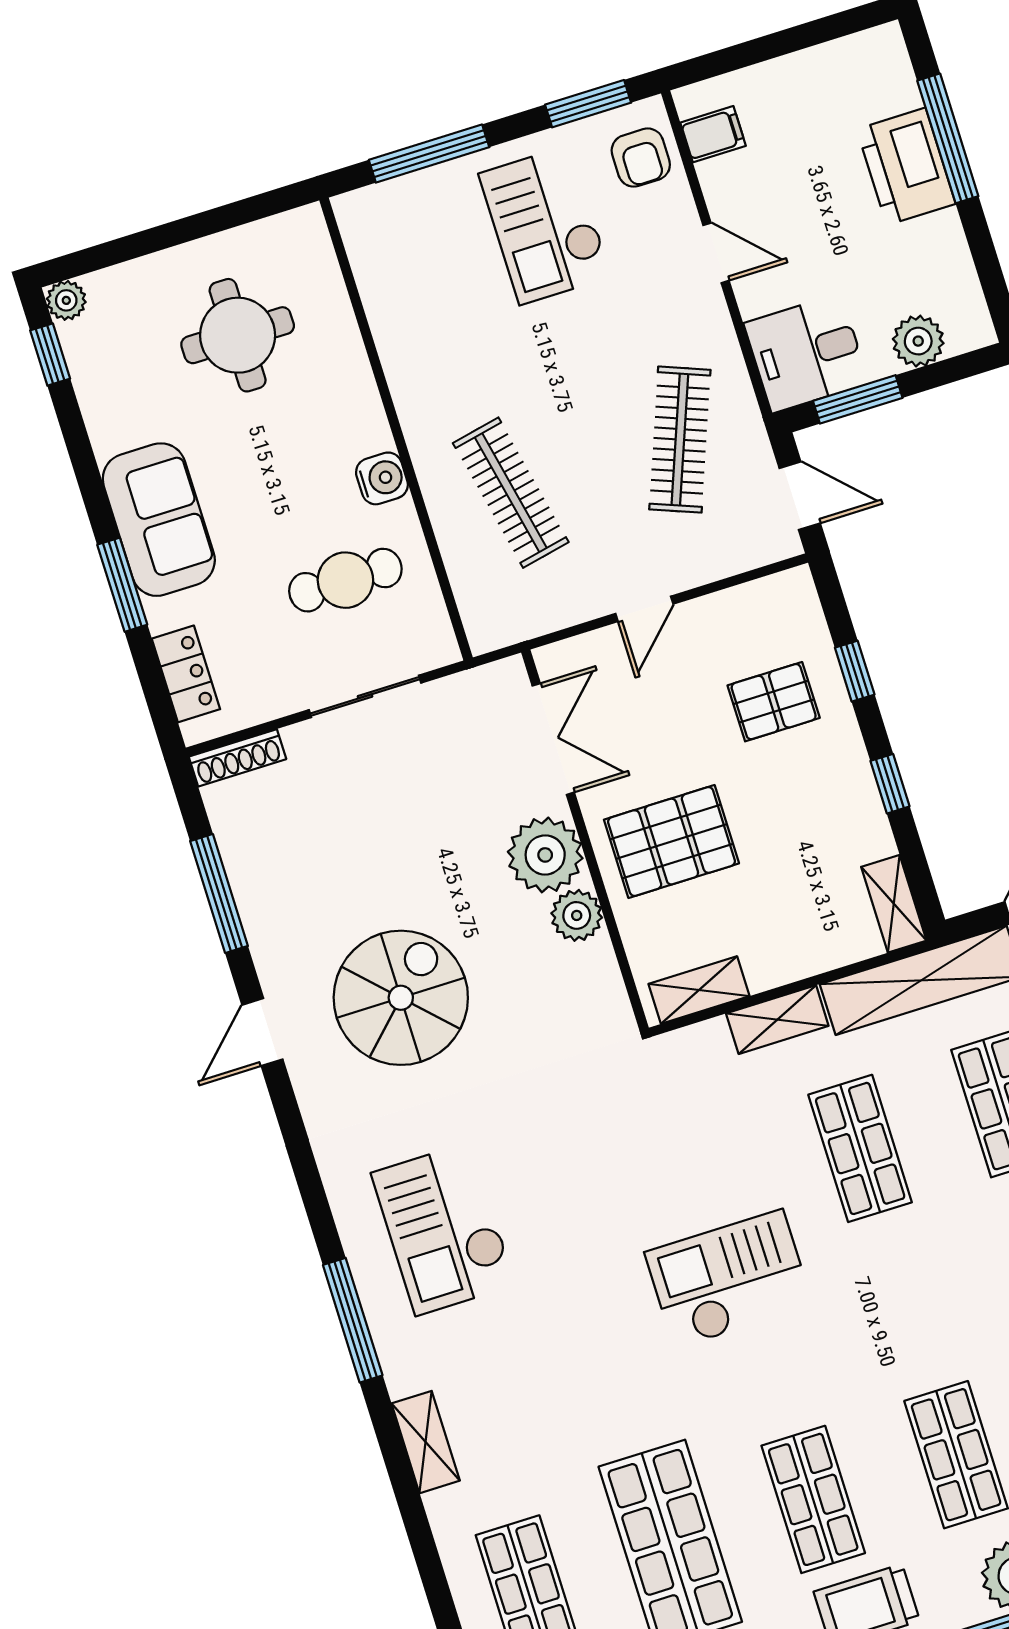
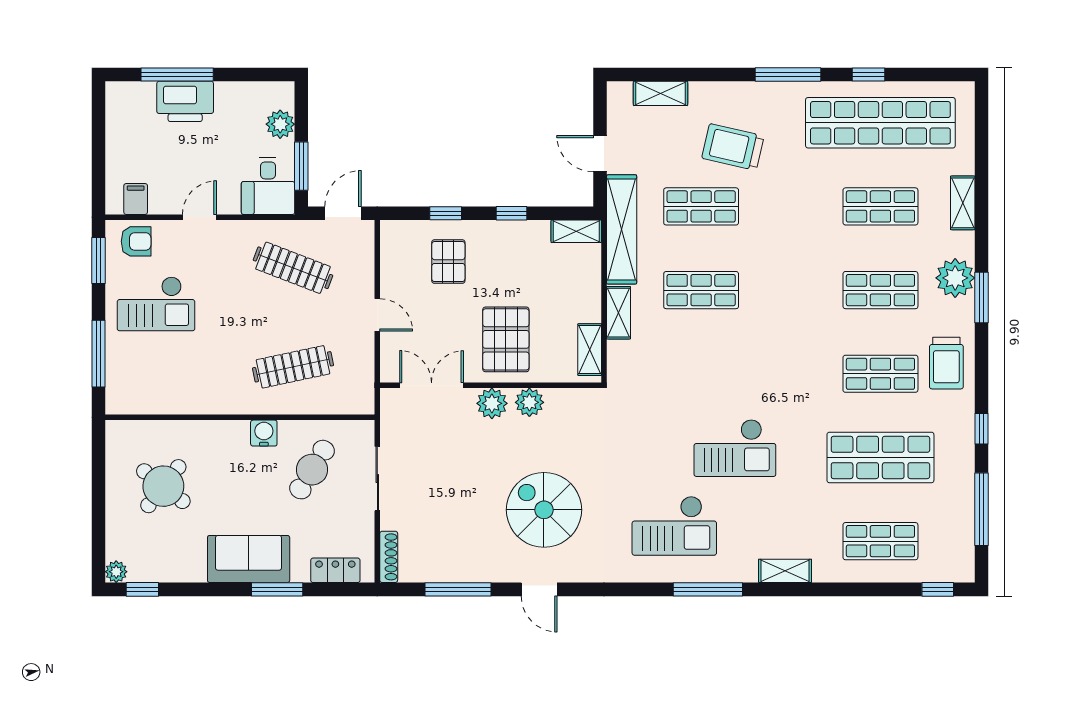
round table: (238, 335) -> (163, 486), turned 38
cafe table: (345, 580) -> (312, 470), turned 31
plant: (545, 855) -> (492, 403), width x0.73, depth x0.73
checkout: (729, 1279) -> (735, 448), moved, turned -90

